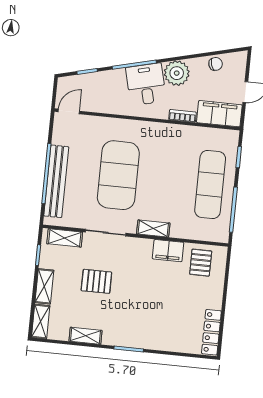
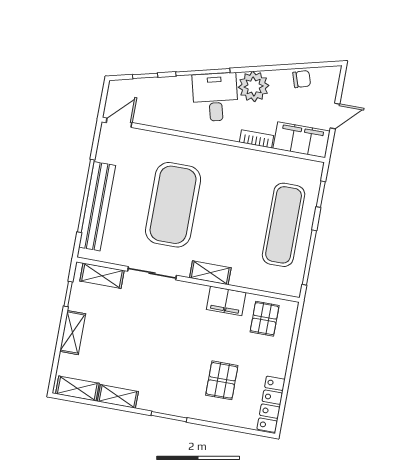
pallet: (96, 281) -> (222, 380), moved, turned 90
shelving: (41, 321) -> (77, 389), moved, turned 90

